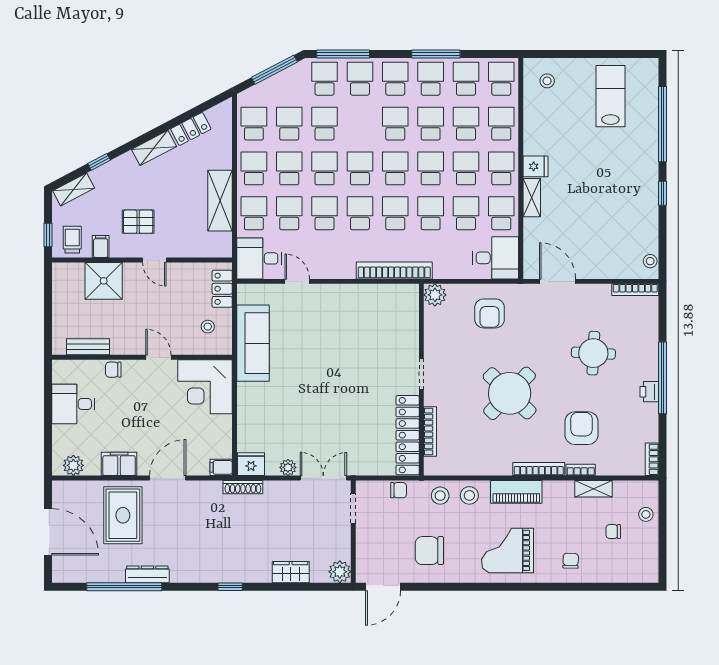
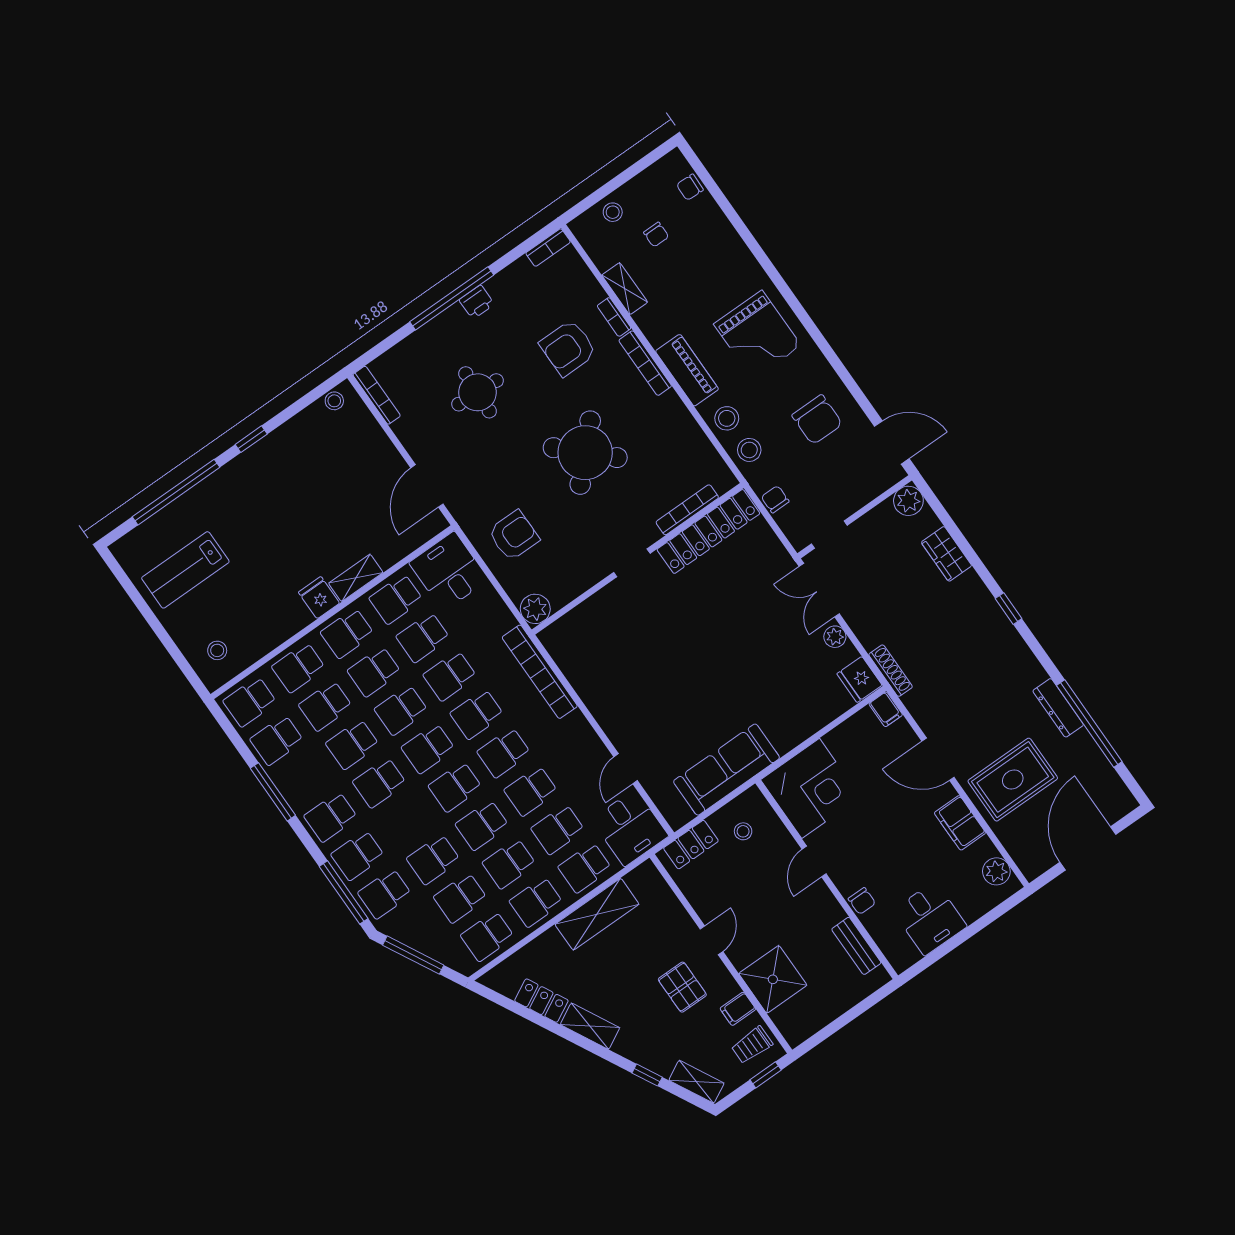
school desk: (431, 79) -> (304, 779), removed
chair: (571, 561) -> (690, 187), moved

